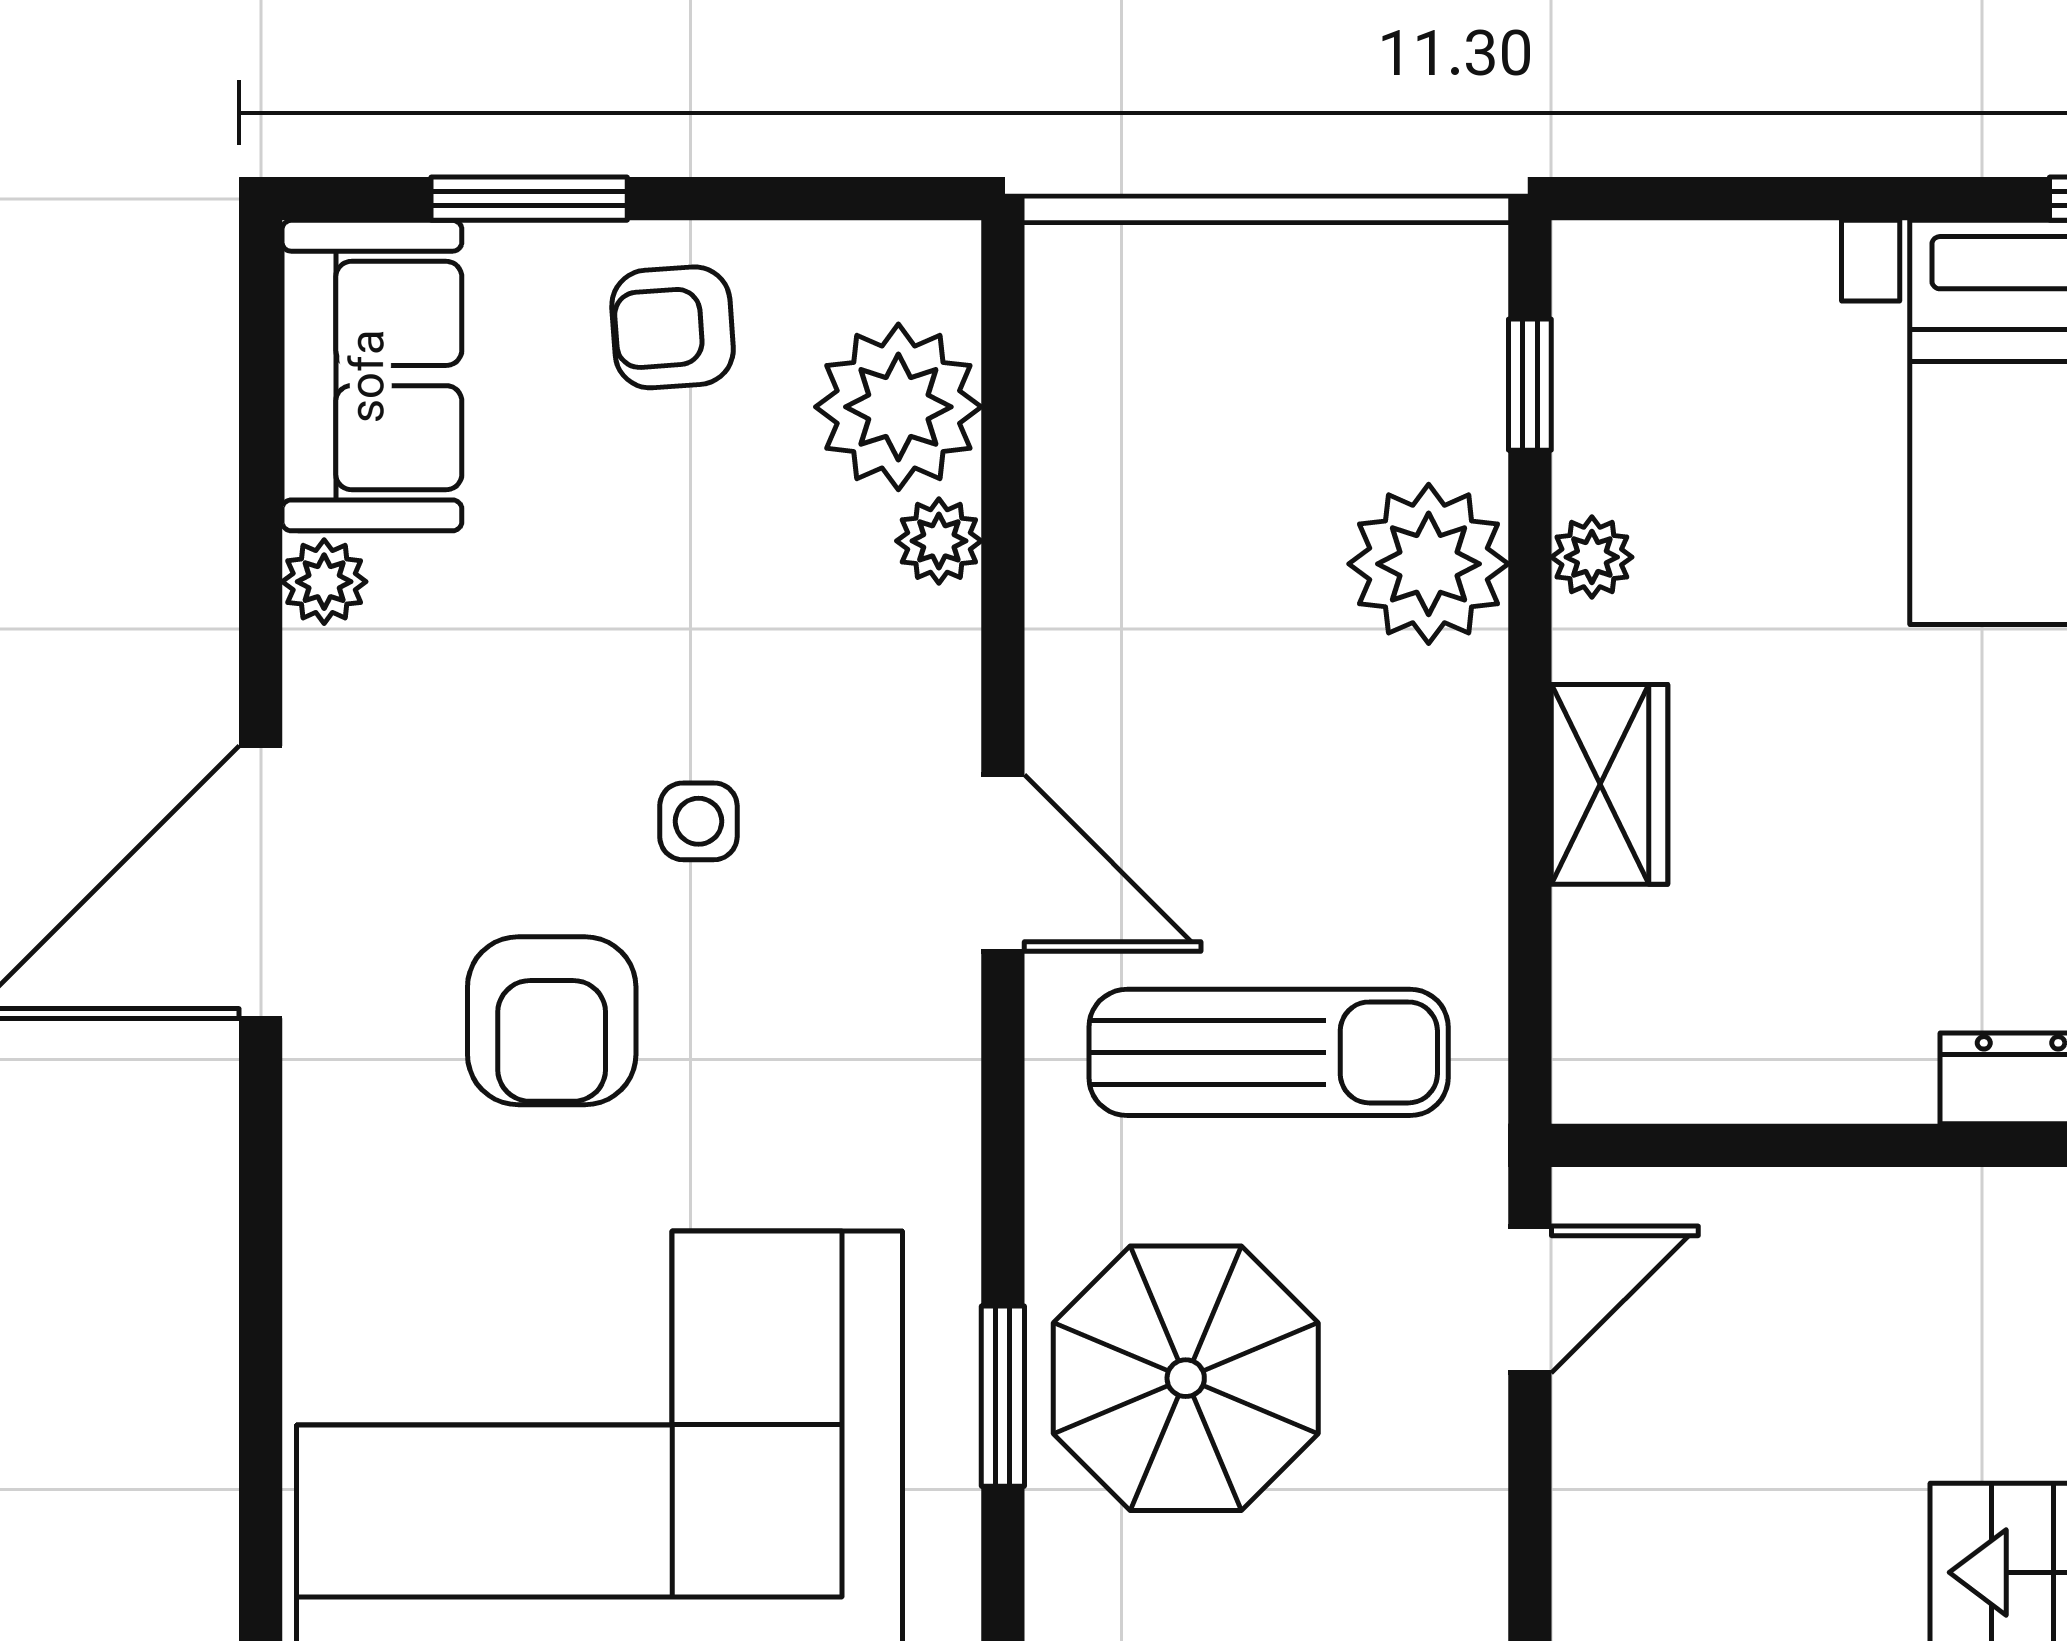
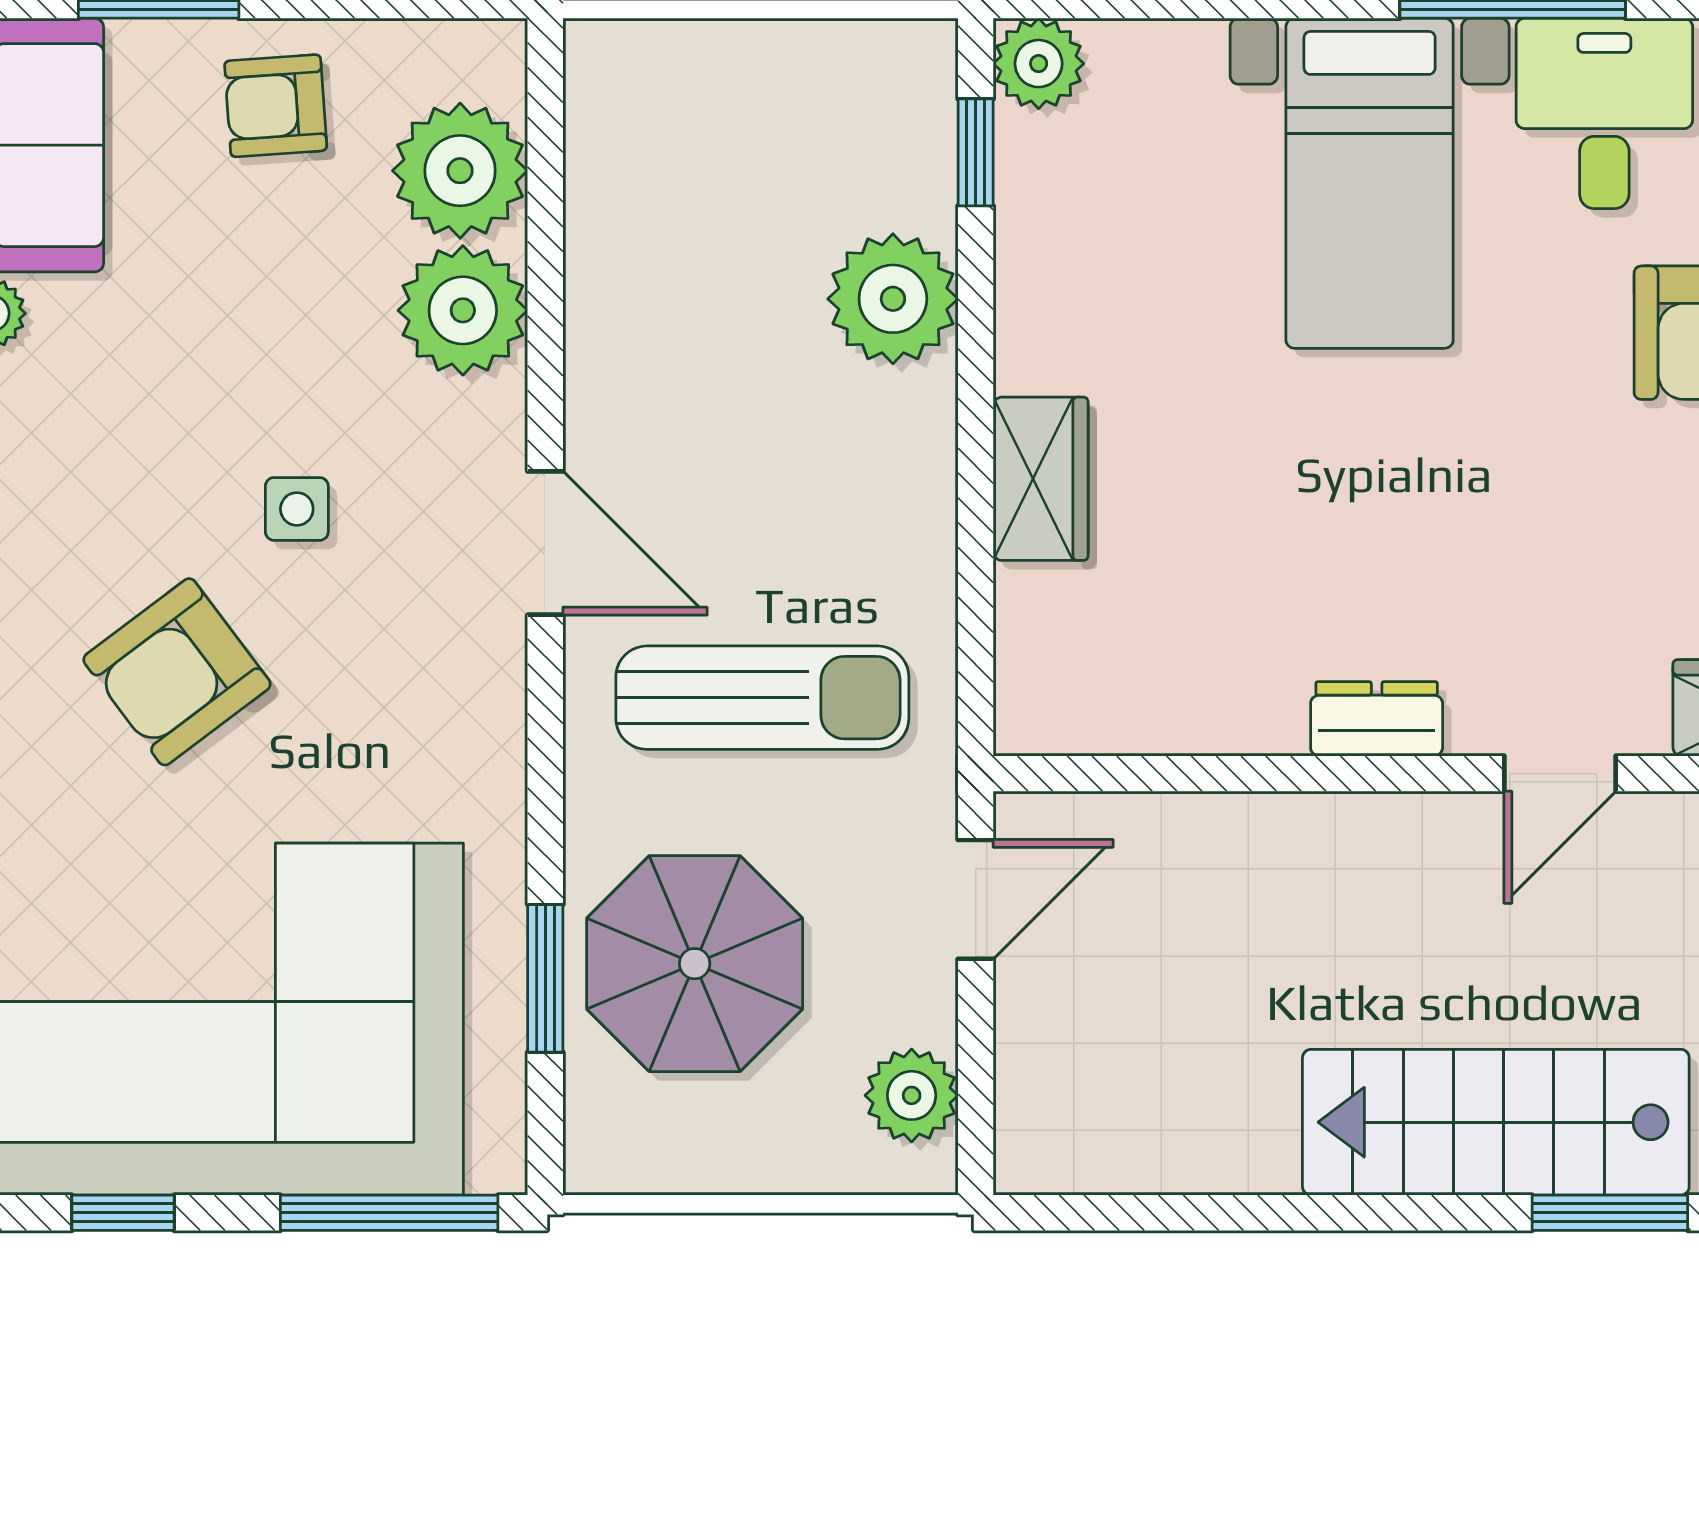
plant: (939, 541) -> (463, 310), width x1.88, depth x1.88
plant: (1592, 557) -> (1039, 64), moved, width x1.38, depth x1.38
armchair: (552, 1021) -> (177, 672), turned 53
plant: (1451, 1540) -> (912, 1095), added

